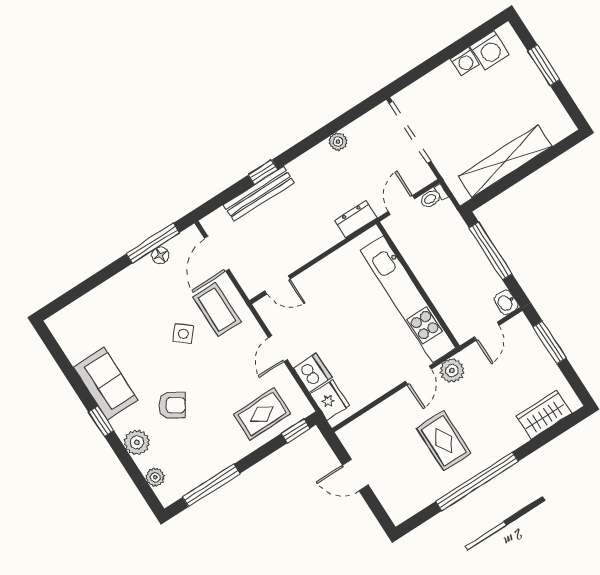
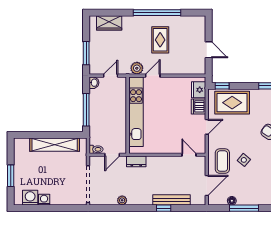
window: (153, 243) -> (244, 208), moved
rug: (262, 414) -> (232, 103), width x1.36, depth x1.43

